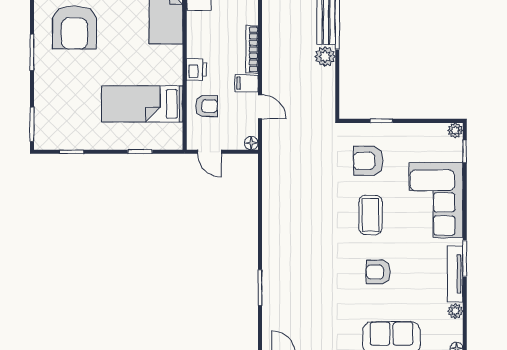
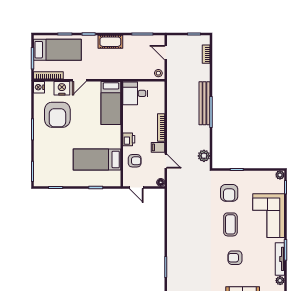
plant: (325, 56) -> (204, 156), moved
armchair: (368, 161) -> (229, 193), turned -90

